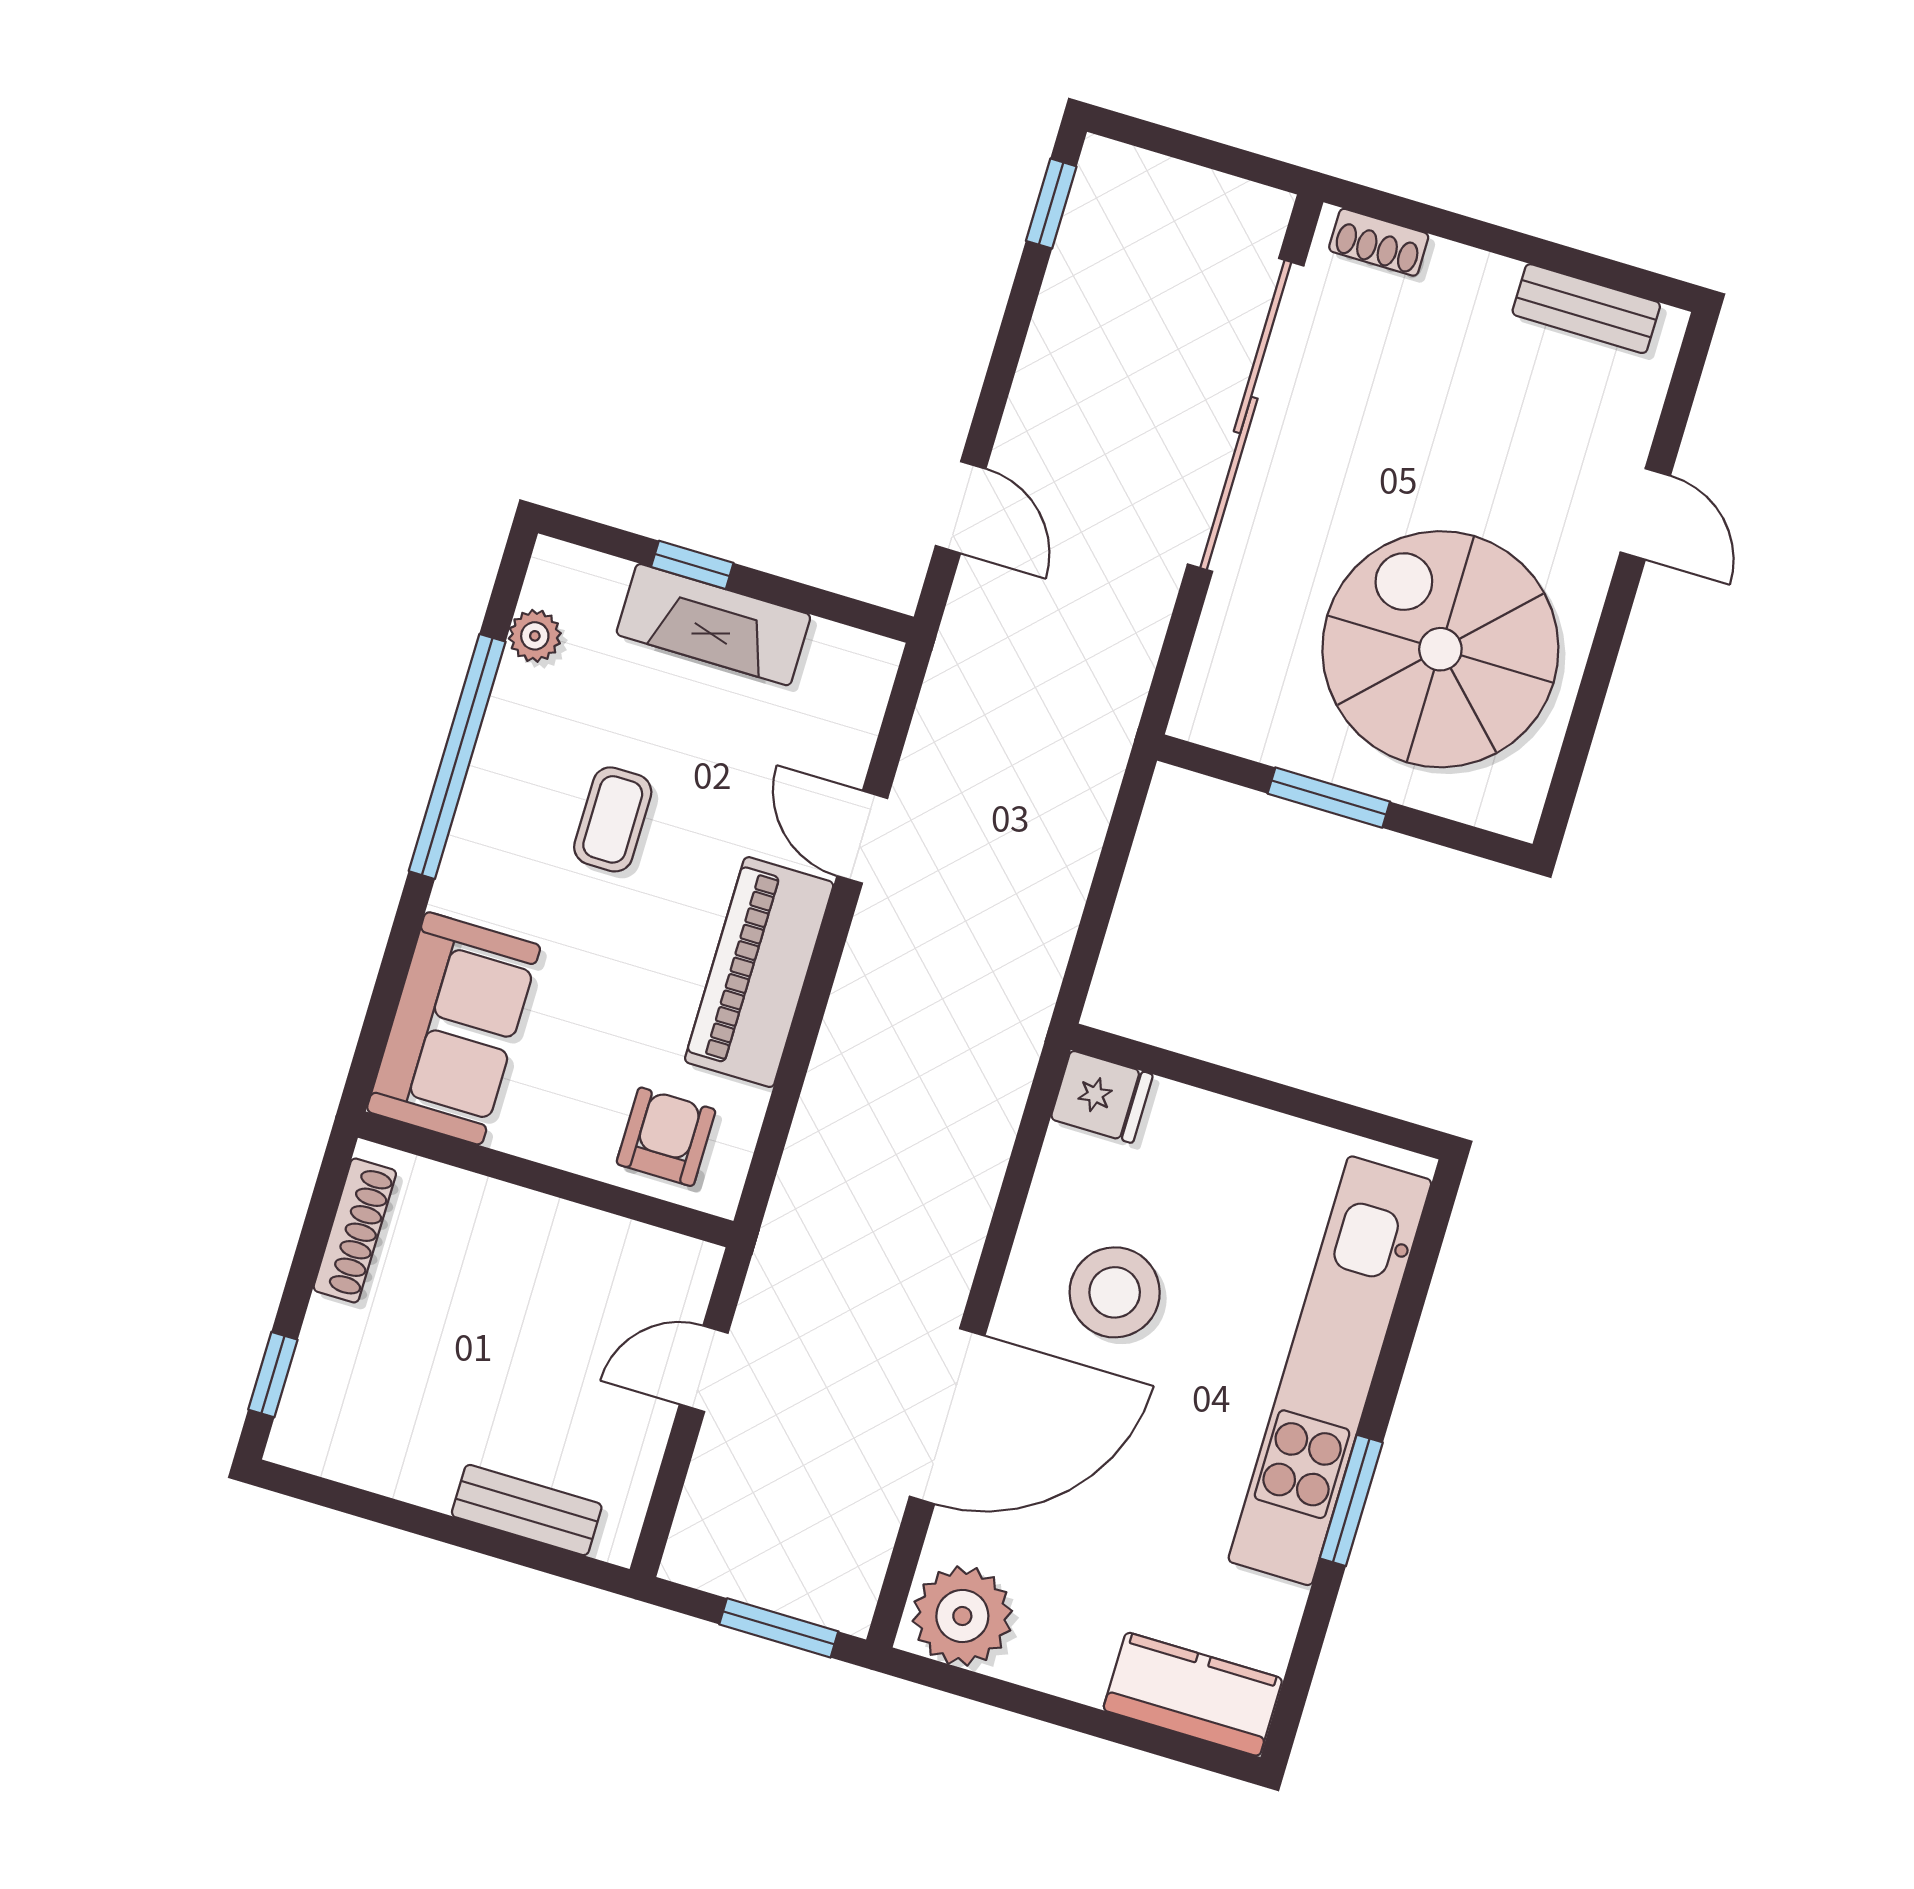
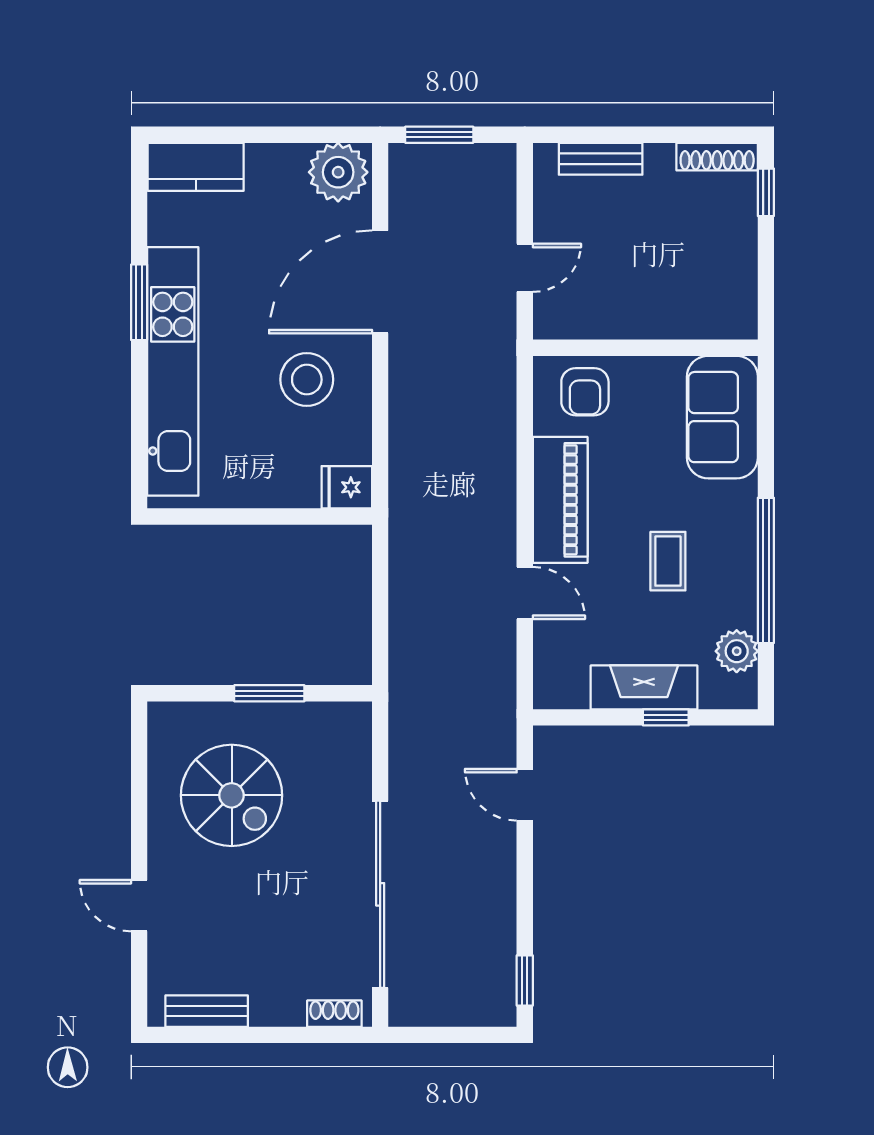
plant: (535, 636) -> (737, 651), width x1.38, depth x1.38
spiral stairs: (1440, 649) -> (232, 795), width x0.73, depth x0.73
shoe rack: (355, 1230) -> (717, 157), moved, turned -90

